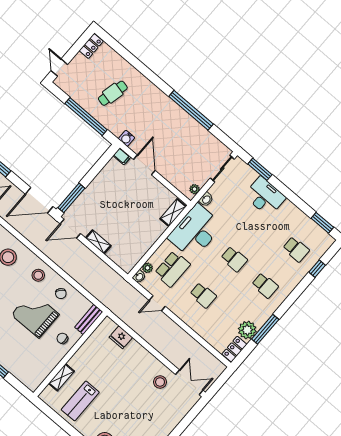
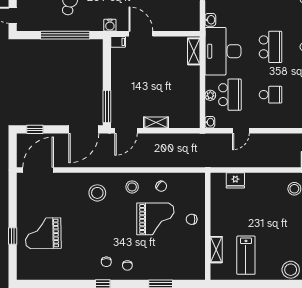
plant: (195, 189) -> (195, 20), removed
school desk: (234, 259) -> (271, 47), width x1.85
plant: (147, 268) -> (210, 95), moved
grand piano: (35, 315) -> (155, 219), turned 180
bench: (89, 320) -> (199, 188), removed

